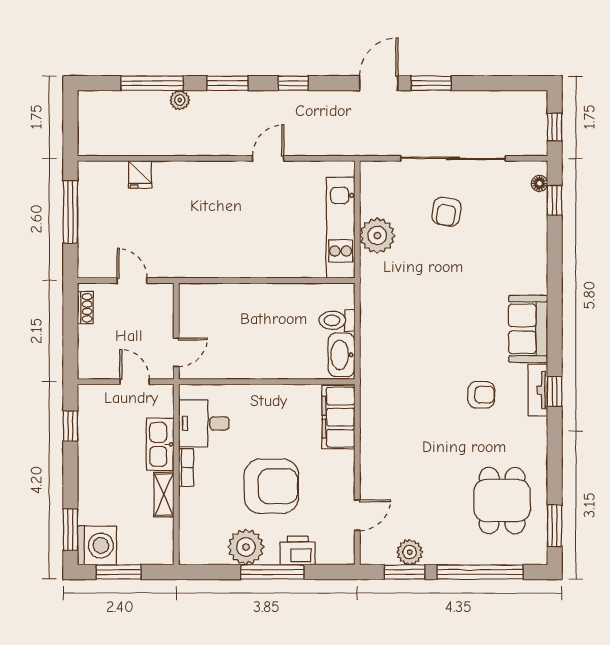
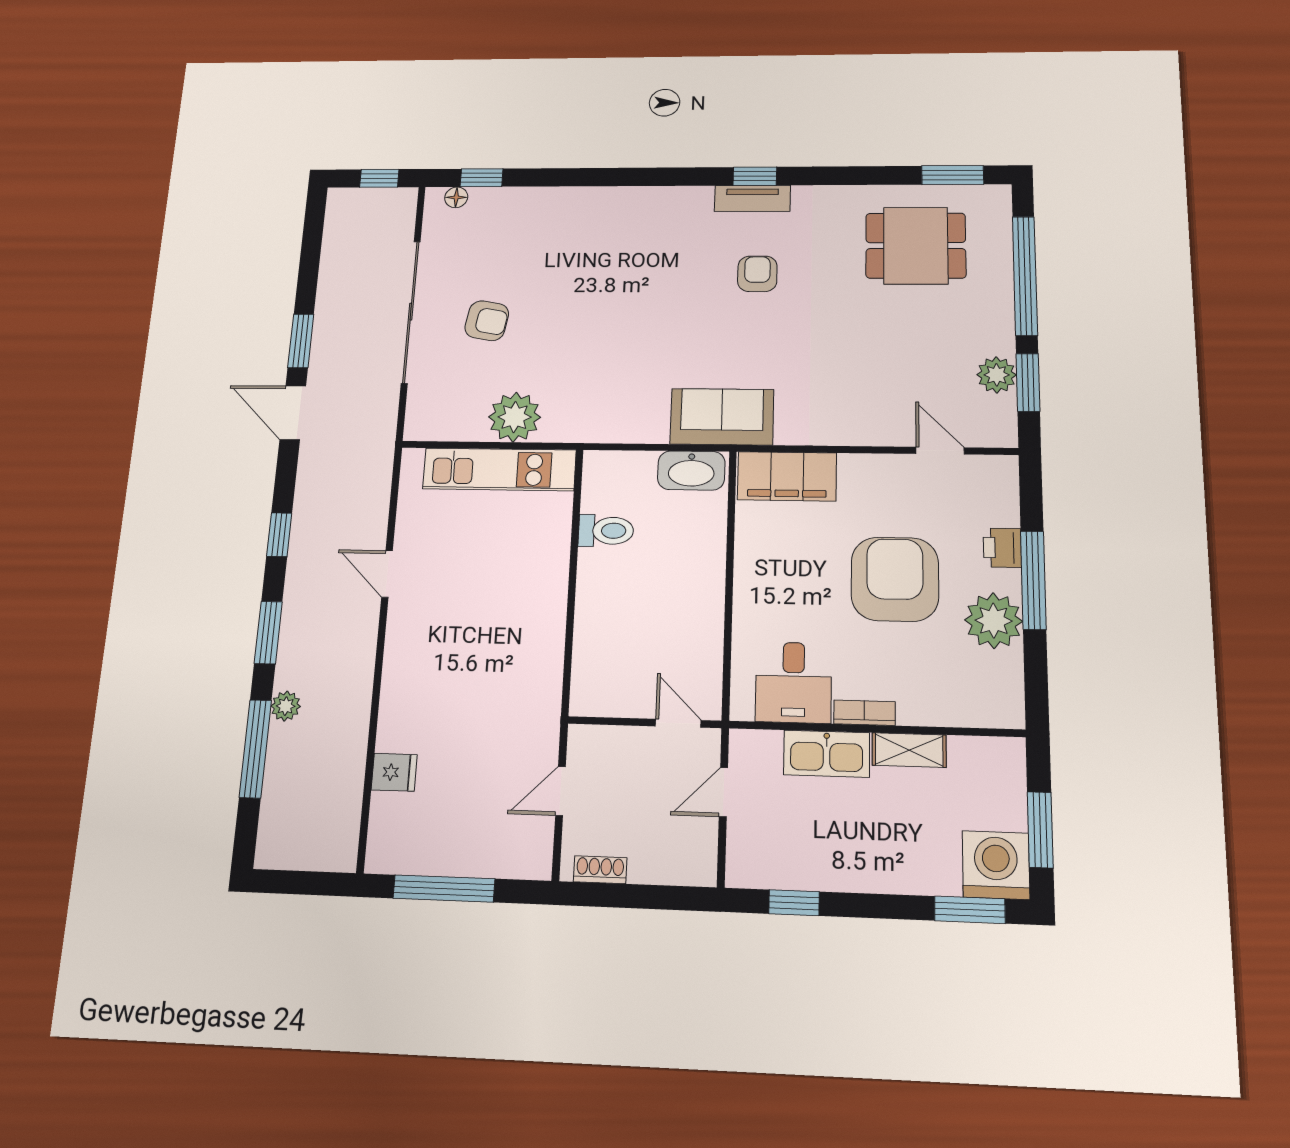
toilet: (337, 320) -> (606, 531), moved, turned -90
sofa: (528, 329) -> (722, 417), moved, turned 180
printer: (298, 551) -> (1002, 548), width x0.73, depth x0.81

